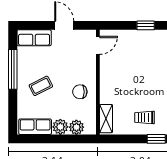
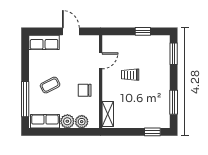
door: (98, 45) -> (101, 61), moved
window: (13, 69) -> (25, 99), moved
trolley: (145, 117) -> (130, 75), moved

